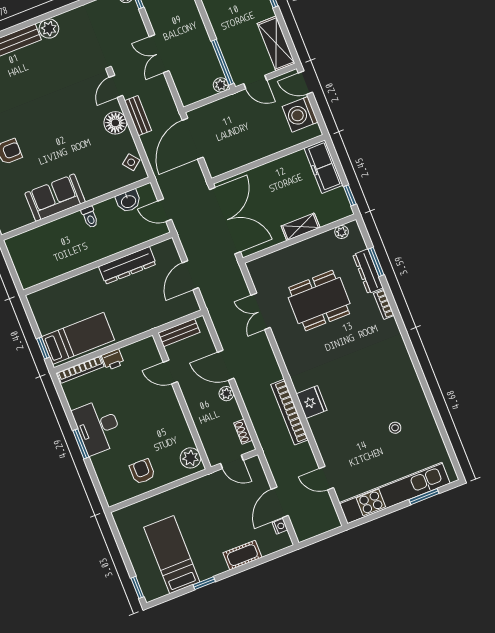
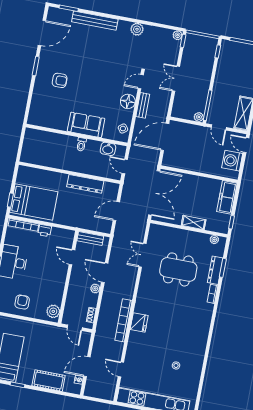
plant: (49, 29) -> (137, 29), moved
sofa: (55, 198) -> (86, 125), moved
bed: (78, 338) -> (34, 202), width x1.50
cot: (242, 555) -> (49, 381), width x1.37, depth x1.34

